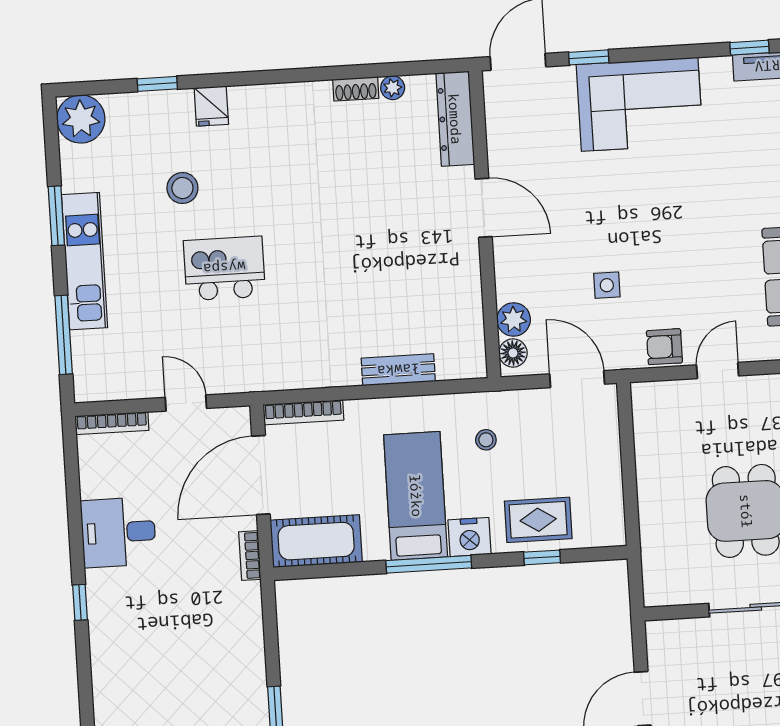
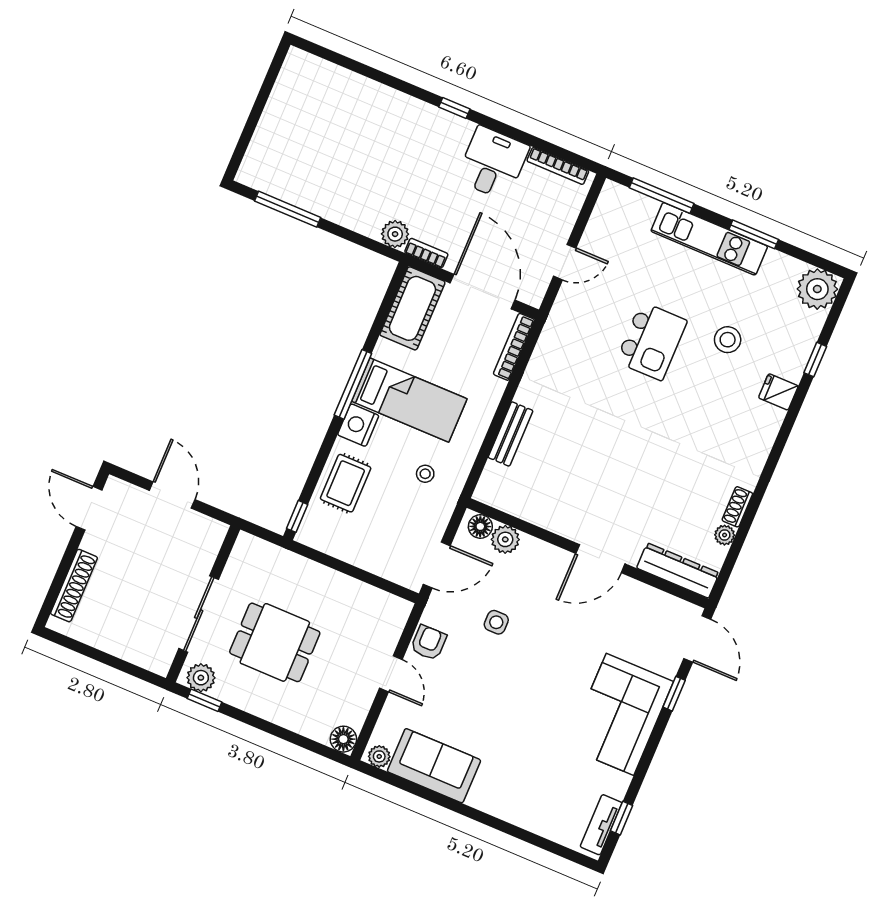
bookcase: (112, 423) -> (558, 166), moved, turned -90
window: (542, 557) -> (297, 516), moved
plant: (246, 599) -> (395, 234), added

